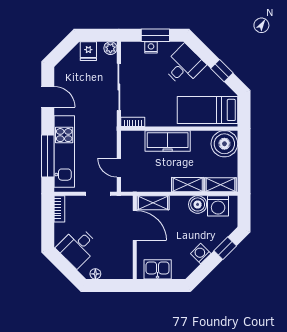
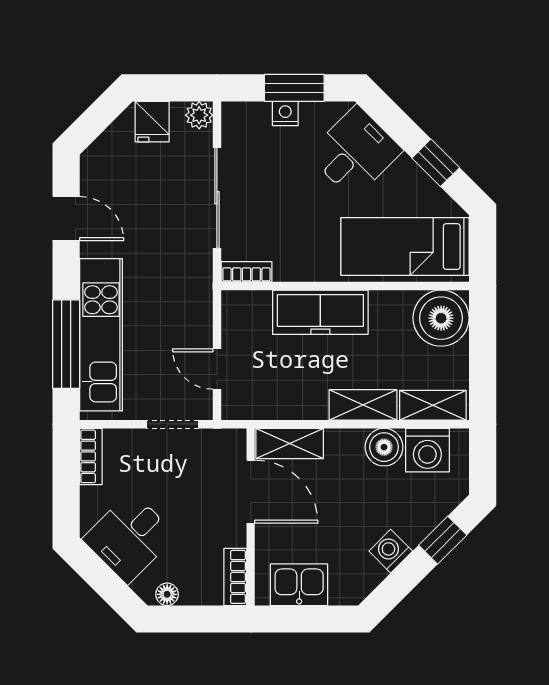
bookcase: (127, 266) -> (235, 577), added

